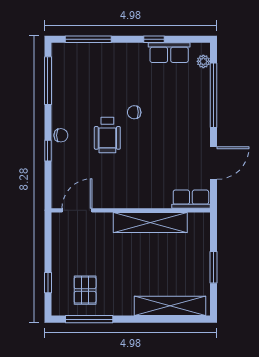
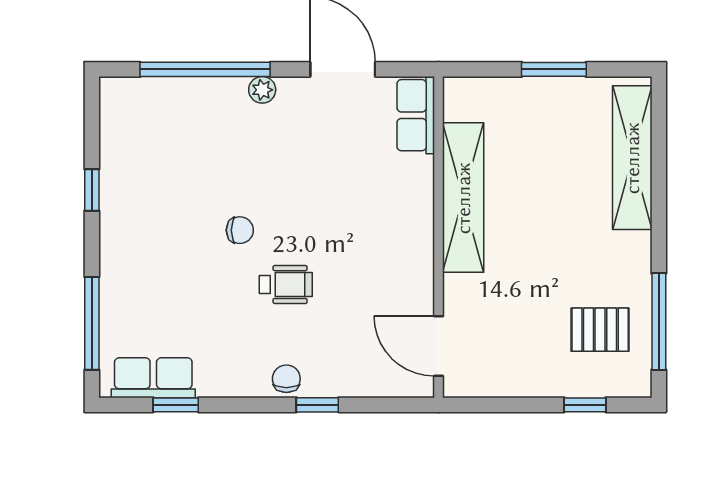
row of seats: (169, 53) -> (153, 378), moved, turned -90
plant: (203, 61) -> (262, 90), moved
window: (48, 81) -> (176, 405), width x0.46
chair: (134, 112) -> (240, 230), turned -90
wheelchair: (107, 135) -> (286, 285), width x0.73, depth x0.73

